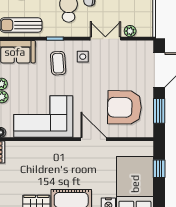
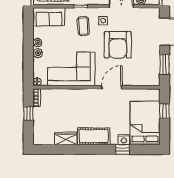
armchair: (124, 107) -> (118, 45), moved, turned -91
door: (93, 139) -> (112, 87), hinge flipped

